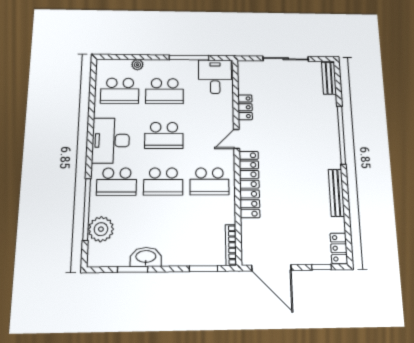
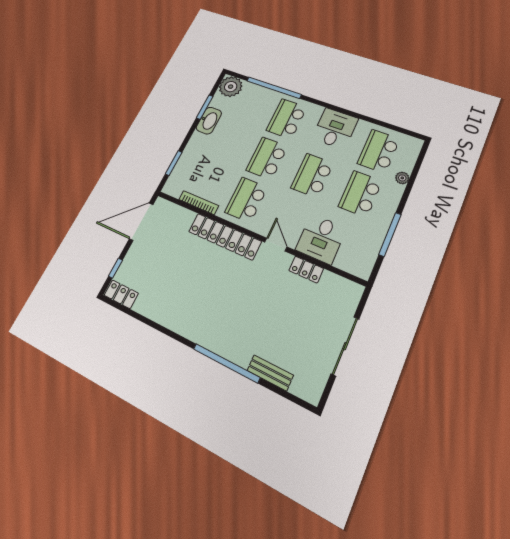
desk: (215, 77) -> (321, 239), moved, turned 90
bench: (329, 78) -> (270, 373), moved
desk: (111, 141) -> (335, 128), width x0.73
bench: (336, 193) -> (171, 322), removed
plant: (101, 229) -> (231, 87), moved
bookcase: (231, 245) -> (199, 203), moved

